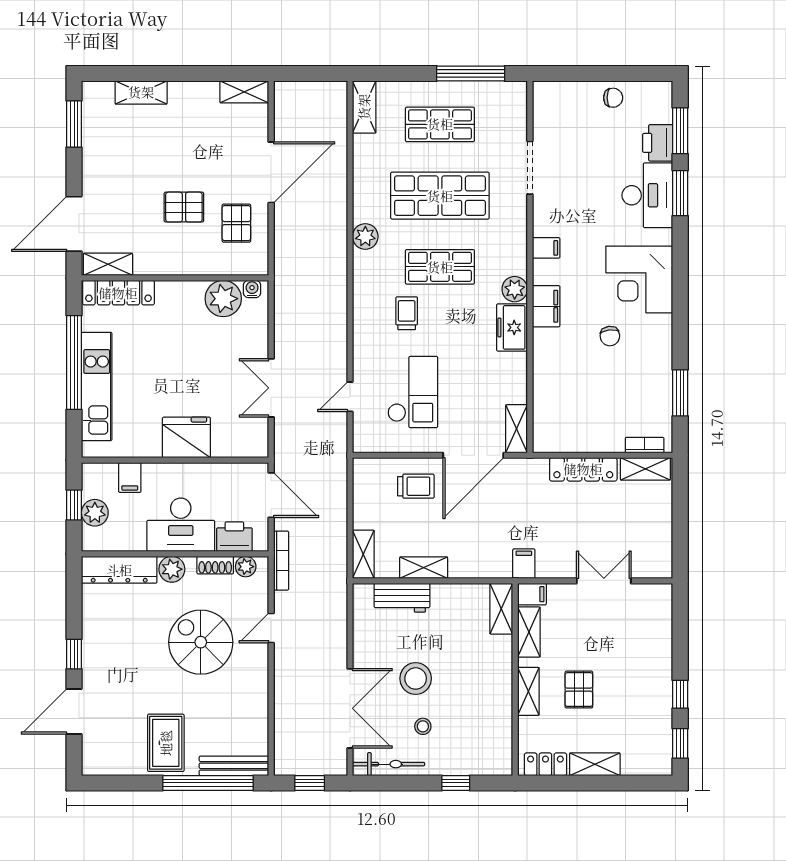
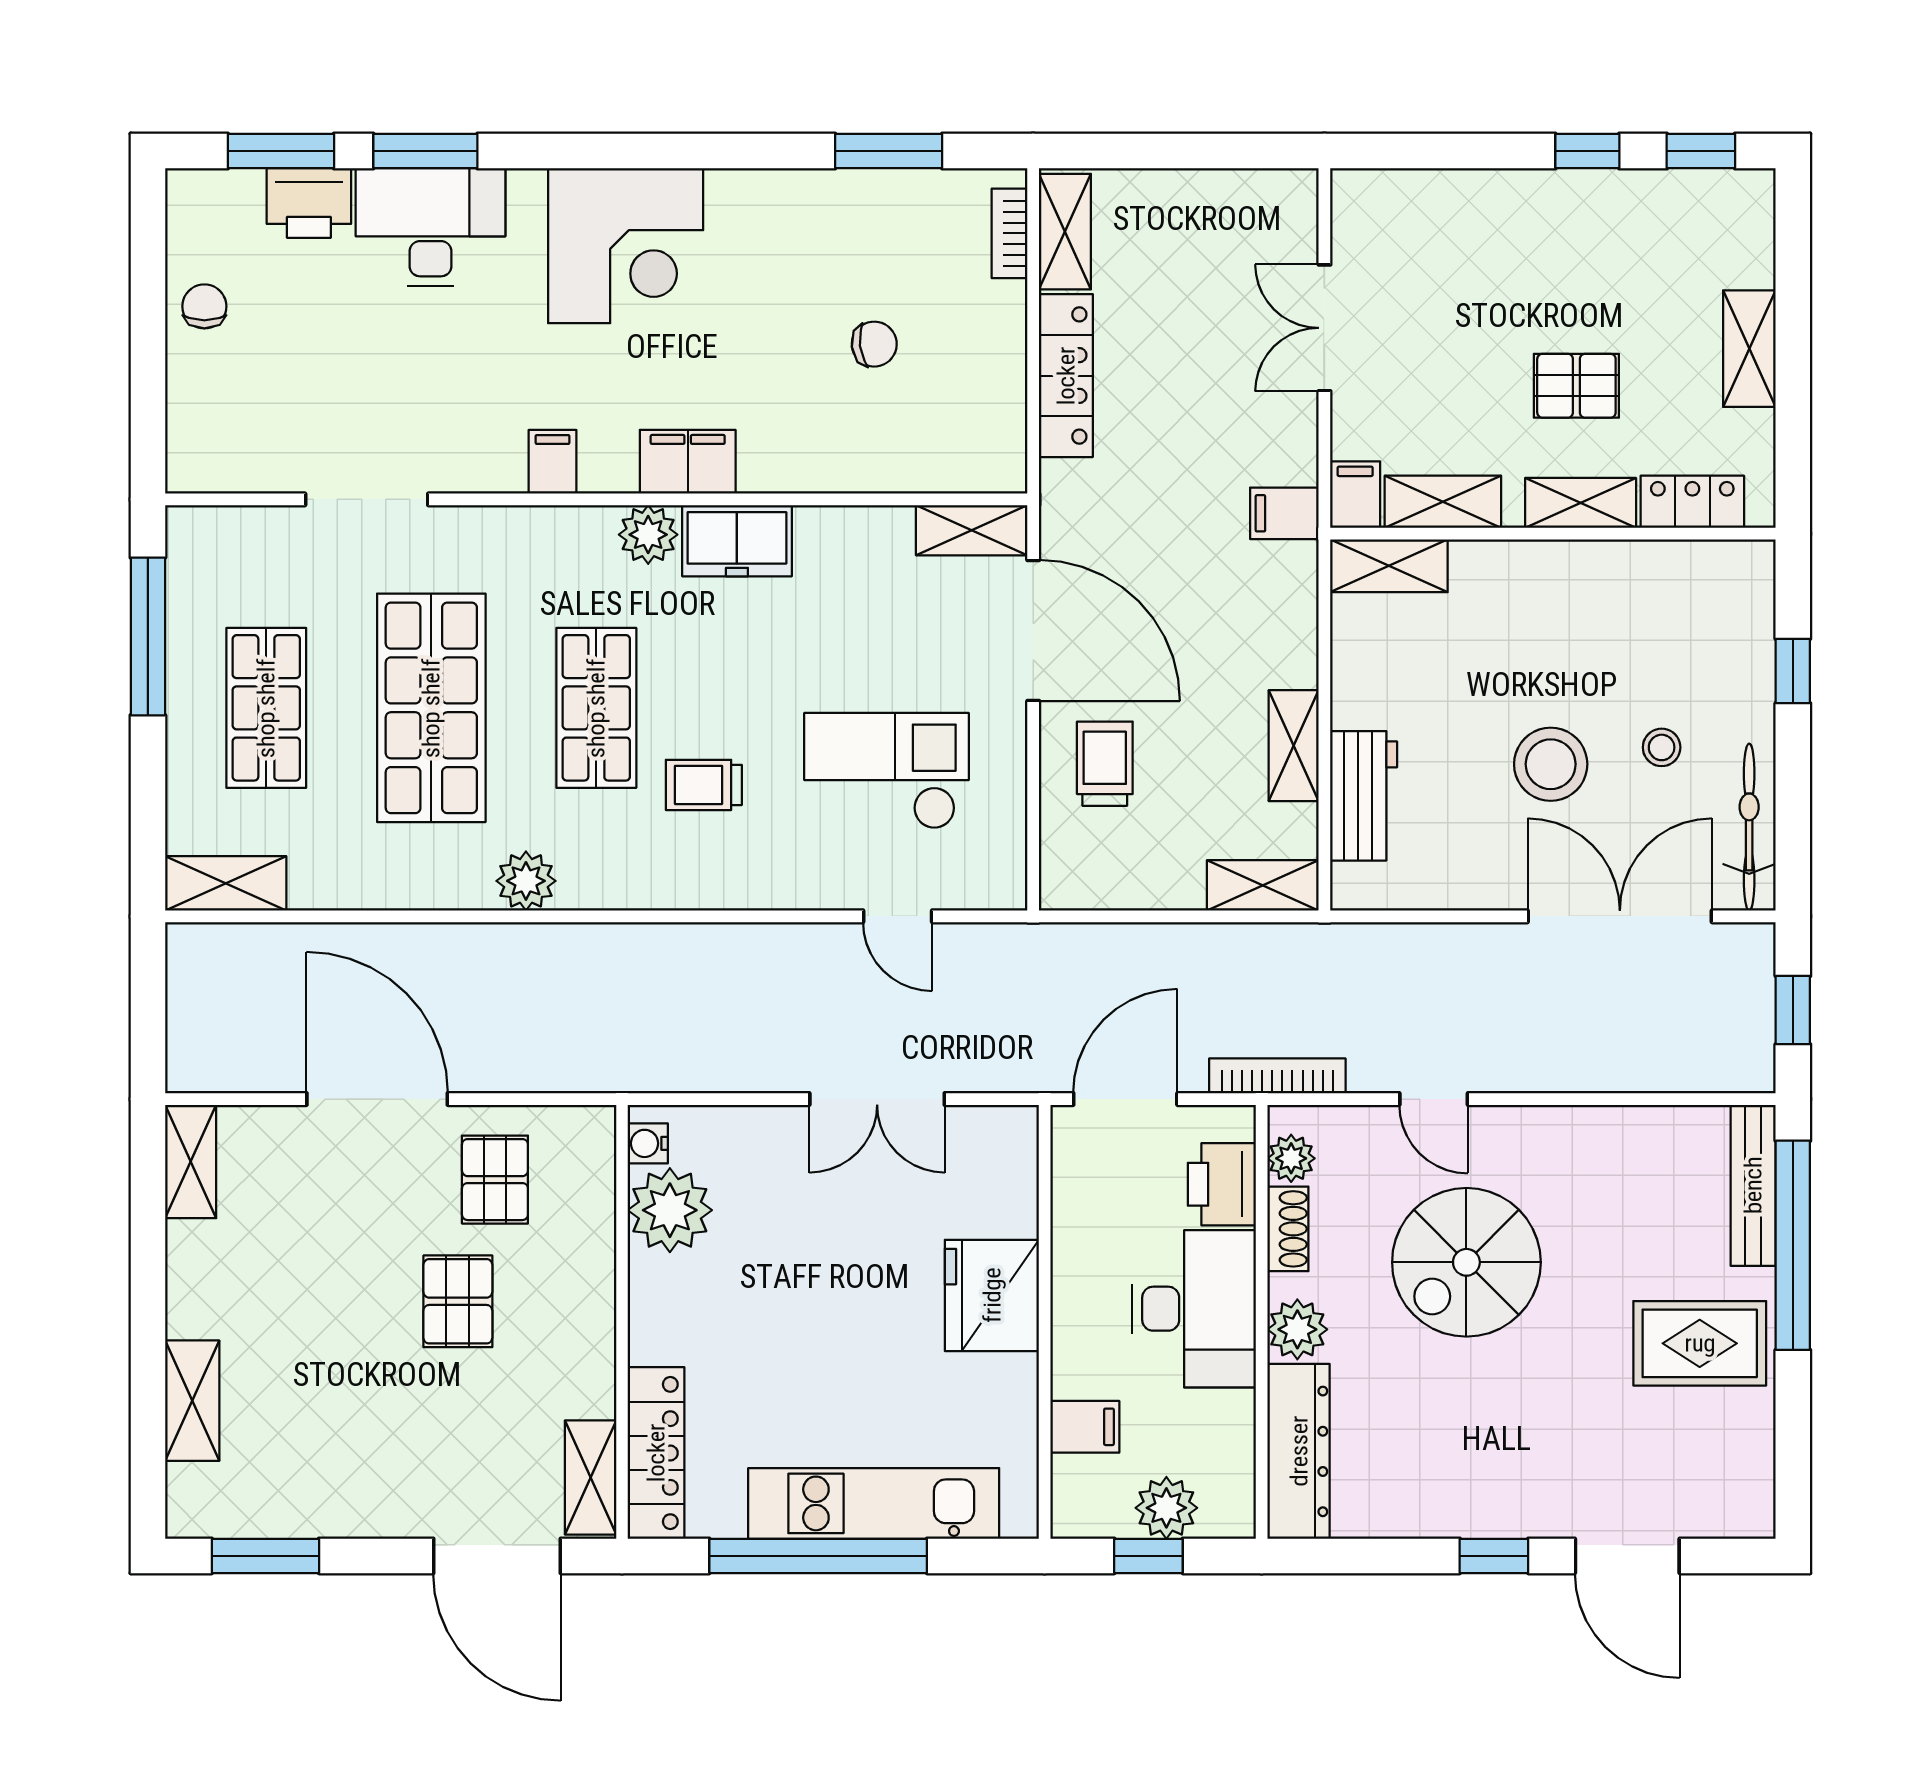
pallet: (236, 223) -> (495, 1180), turned 90
chair: (610, 336) -> (874, 344), moved
locker: (545, 764) -> (1692, 502), moved, turned 90

